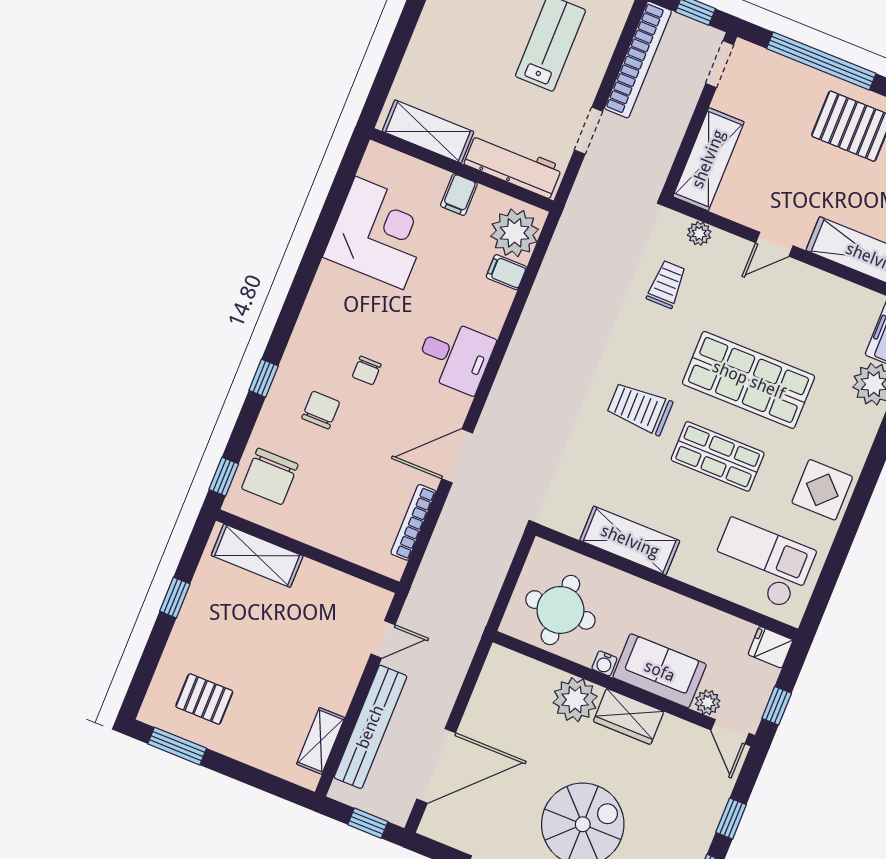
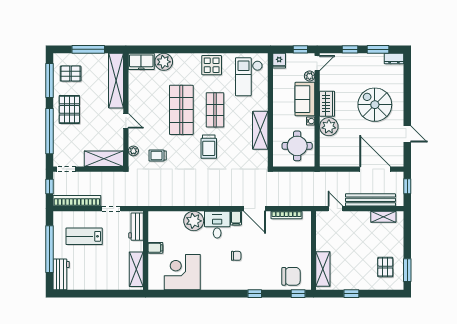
workbench: (513, 165) -> (136, 227), width x0.73
plant: (515, 233) -> (194, 221), moved
filing cabinet: (506, 272) -> (236, 218), moved
chair: (321, 410) -> (258, 267), removed

